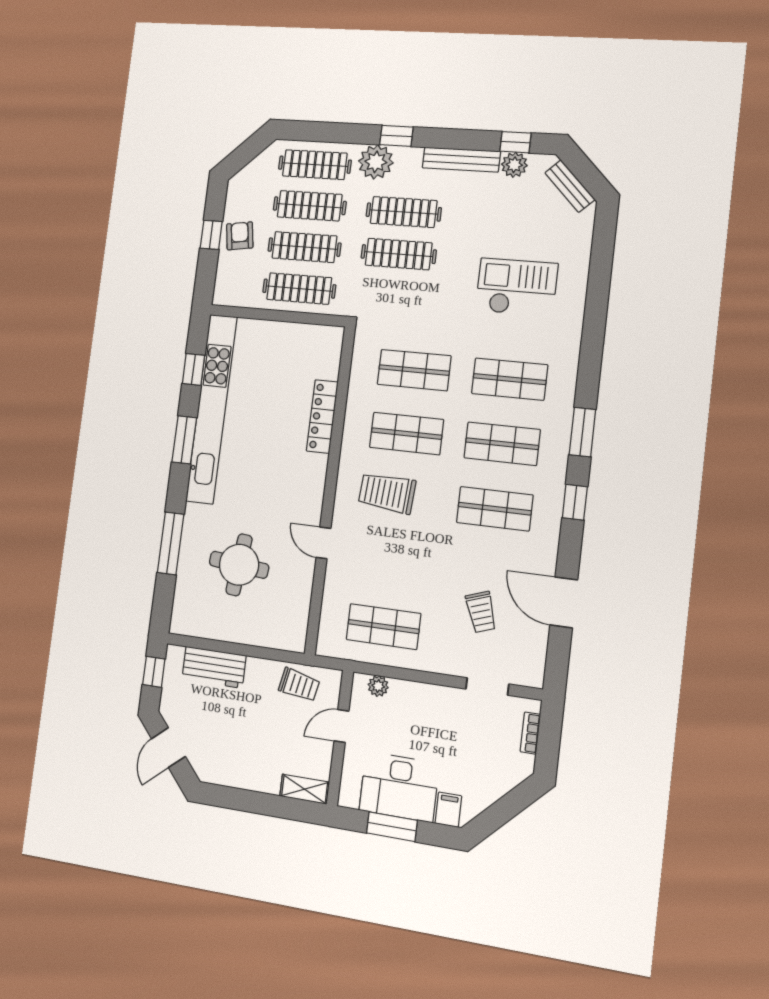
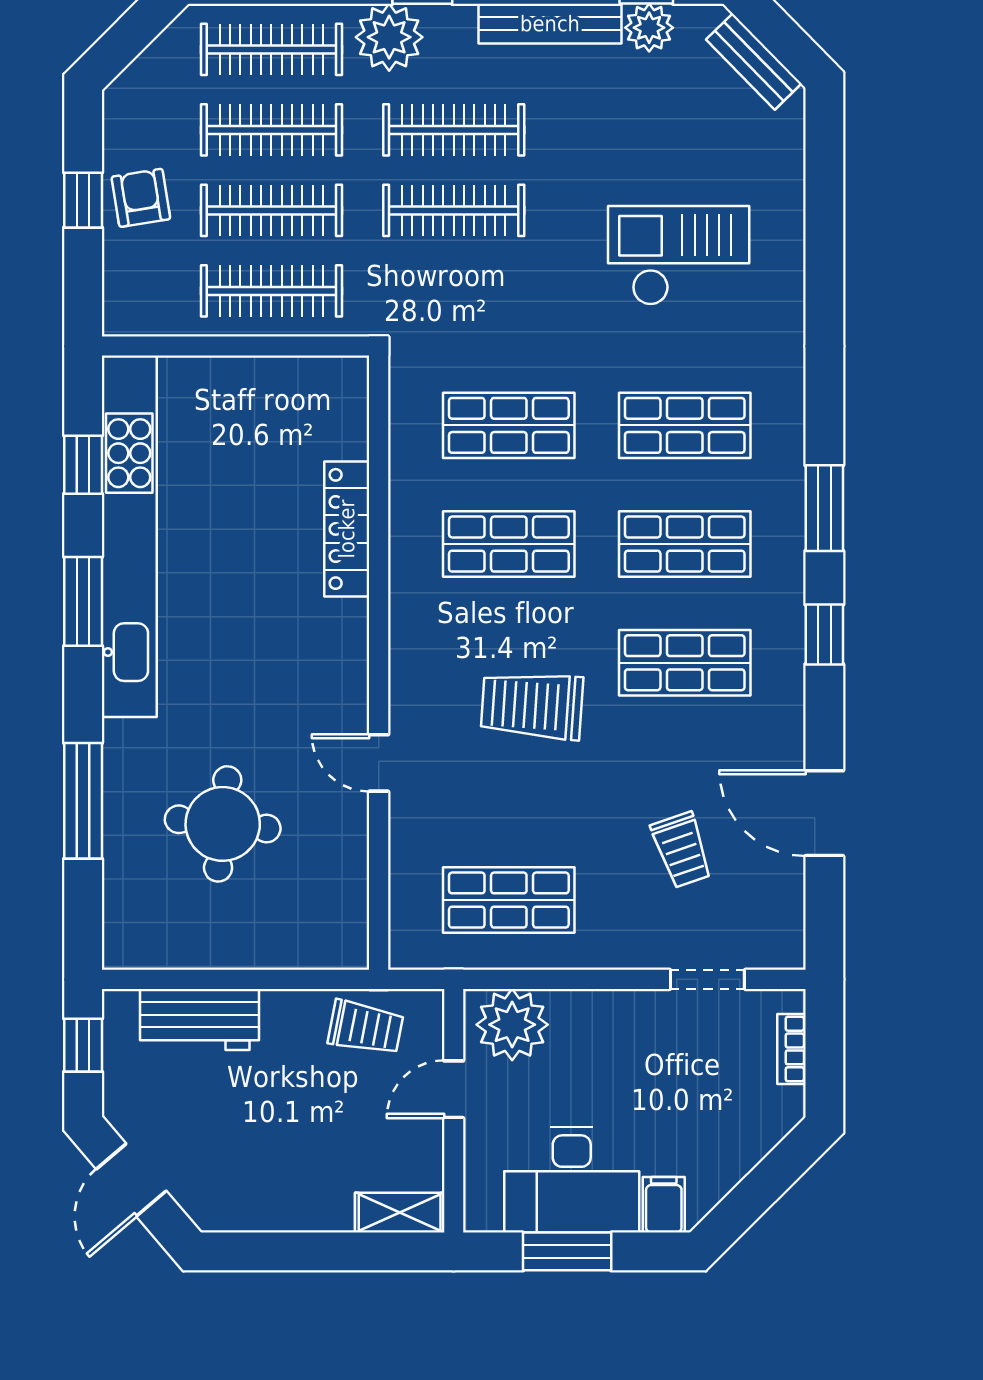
trolley: (387, 493) -> (532, 706), moved
plant: (378, 686) -> (512, 1025), width x1.88, depth x1.88

